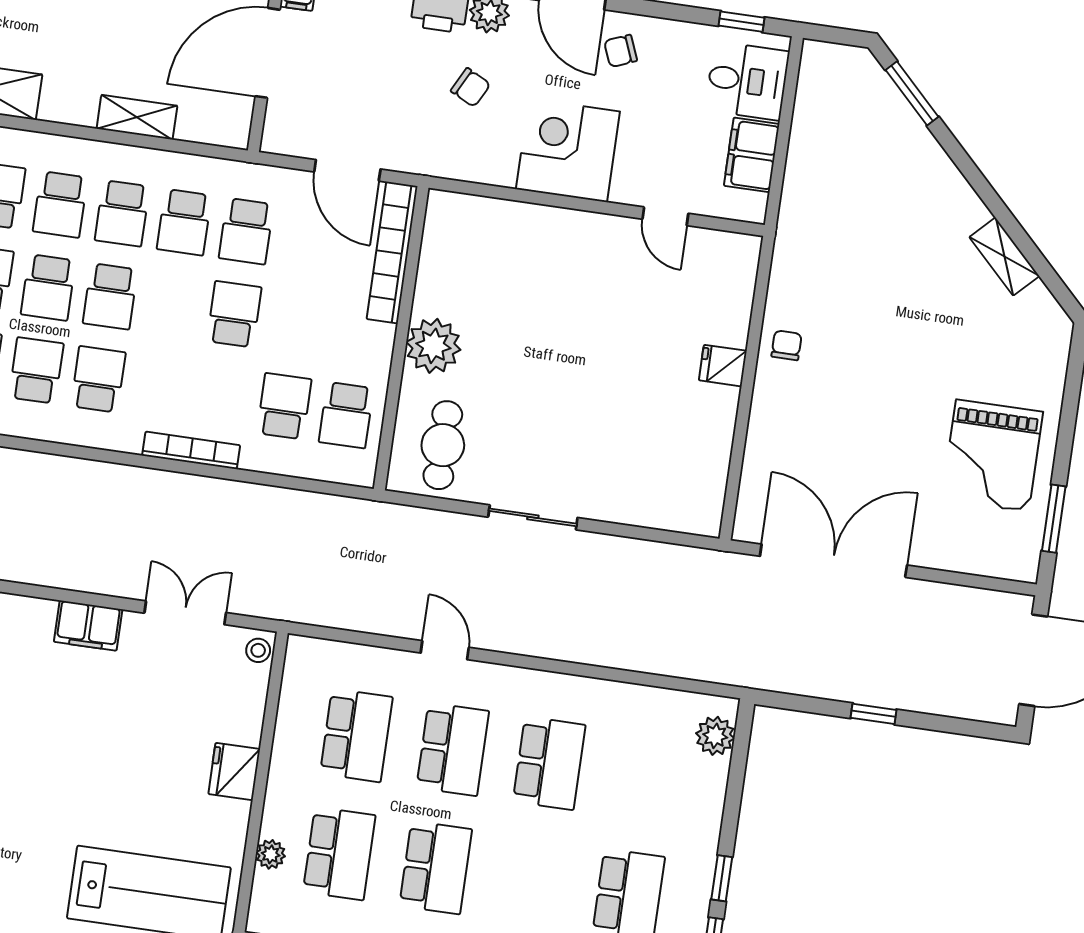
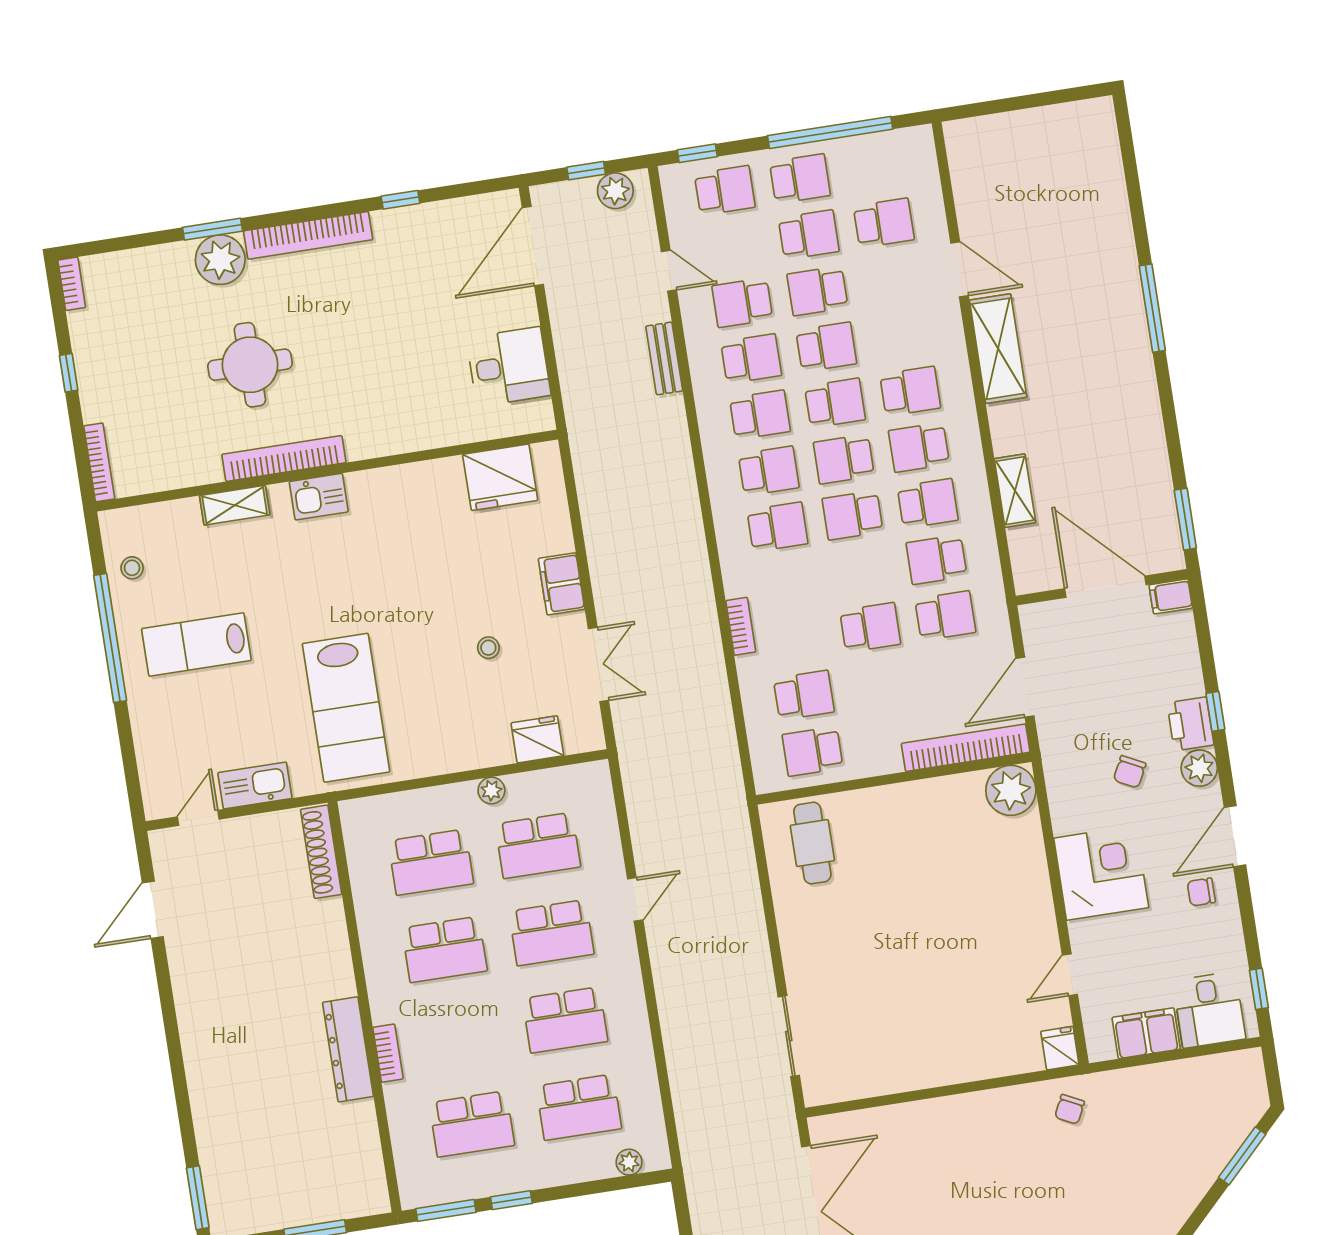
chair: (621, 51) -> (1201, 892), turned -68
school desk: (122, 213) -> (928, 503), turned 180
school desk: (246, 231) -> (945, 616), turned 180
chair: (787, 345) -> (1070, 1109), moved, turned 116
plant: (433, 346) -> (1011, 790), moved
fridge: (723, 366) -> (1060, 1048), moved
cafe table: (443, 445) -> (812, 843), turned 90
bookcase: (191, 450) -> (741, 626), width x0.64
sliding door: (533, 517) -> (789, 1036), moved
stool: (258, 650) -> (488, 648), moved
plant: (715, 736) -> (629, 1162), width x0.73, depth x0.73
fridge: (234, 771) -> (537, 739), moved
school desk: (646, 777) -> (579, 1107), added
plant: (271, 854) -> (491, 790), moved

